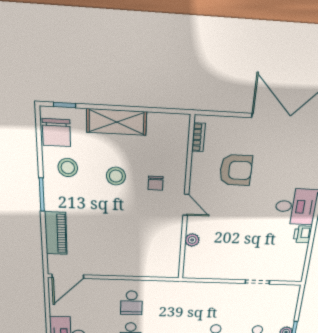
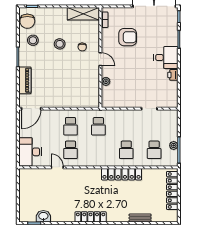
shelving: (117, 122) -> (83, 14), moved
school desk: (175, 304) -> (98, 126), added

